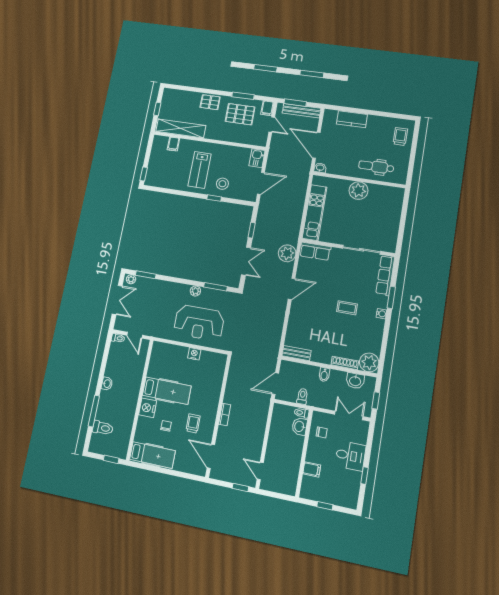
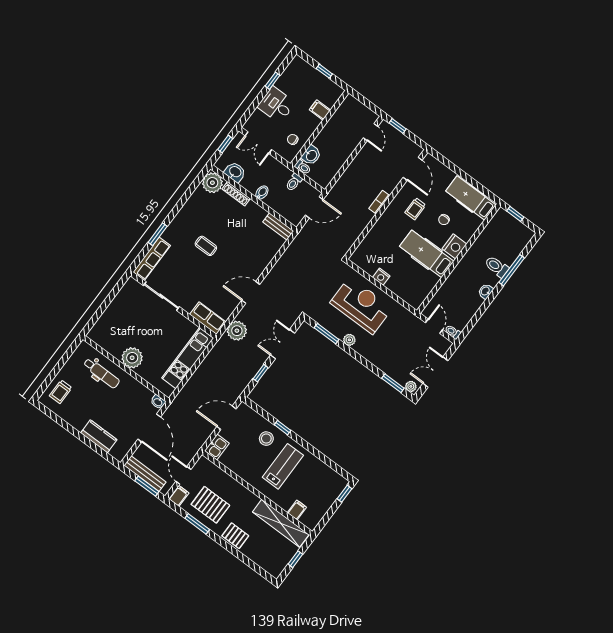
water cooler: (381, 314) -> (176, 223), removed
toilet: (103, 428) -> (497, 267), moved

